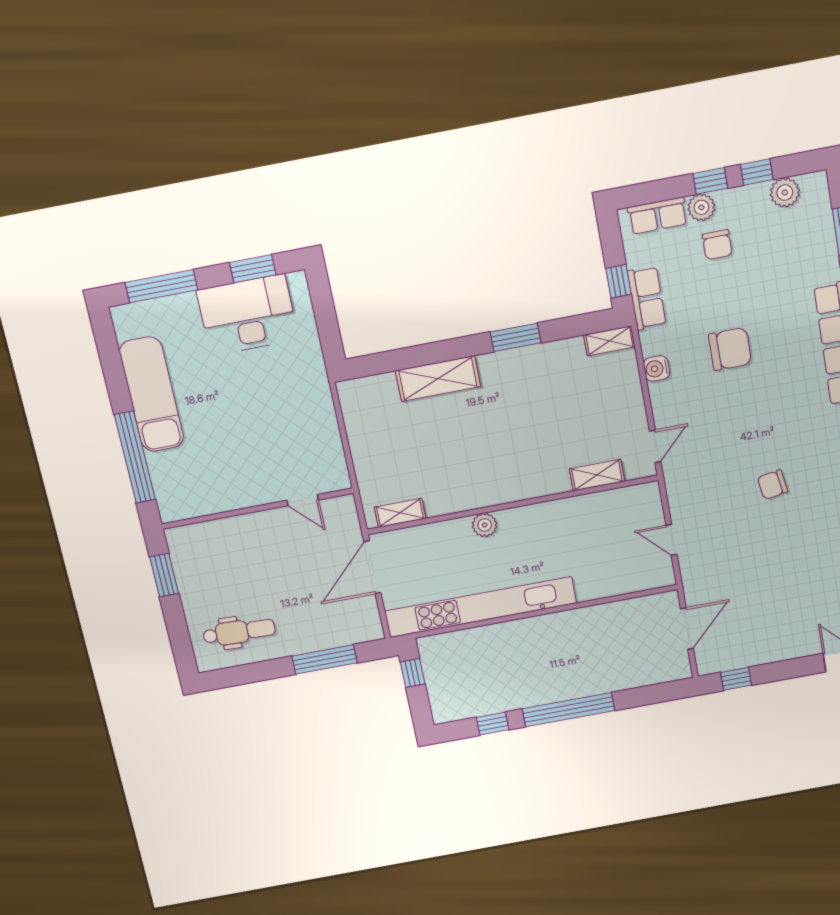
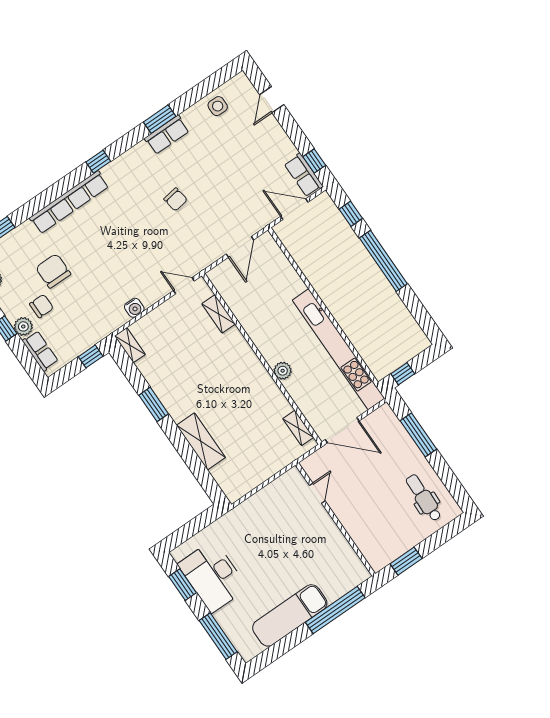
row of seats: (647, 298) -> (304, 175), moved, turned -90
chair: (730, 349) -> (53, 271), moved
door: (671, 540) -> (240, 247), width x1.38
window: (493, 724) -> (351, 214), moved

